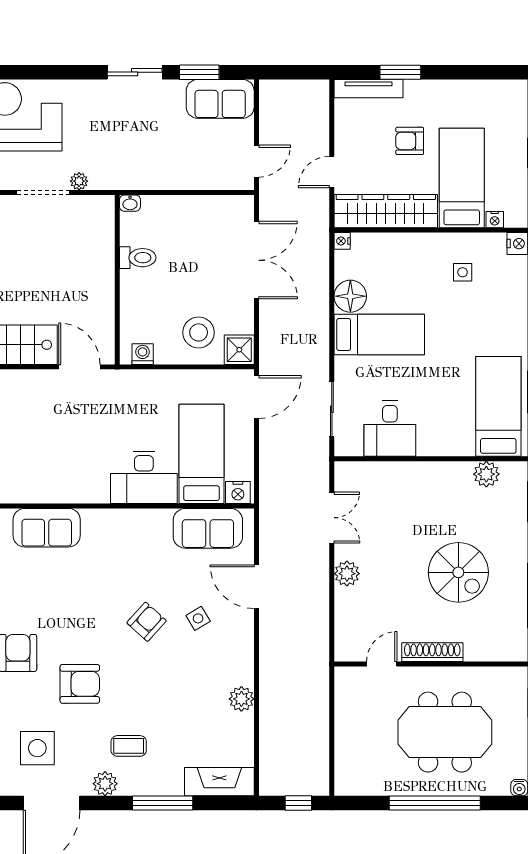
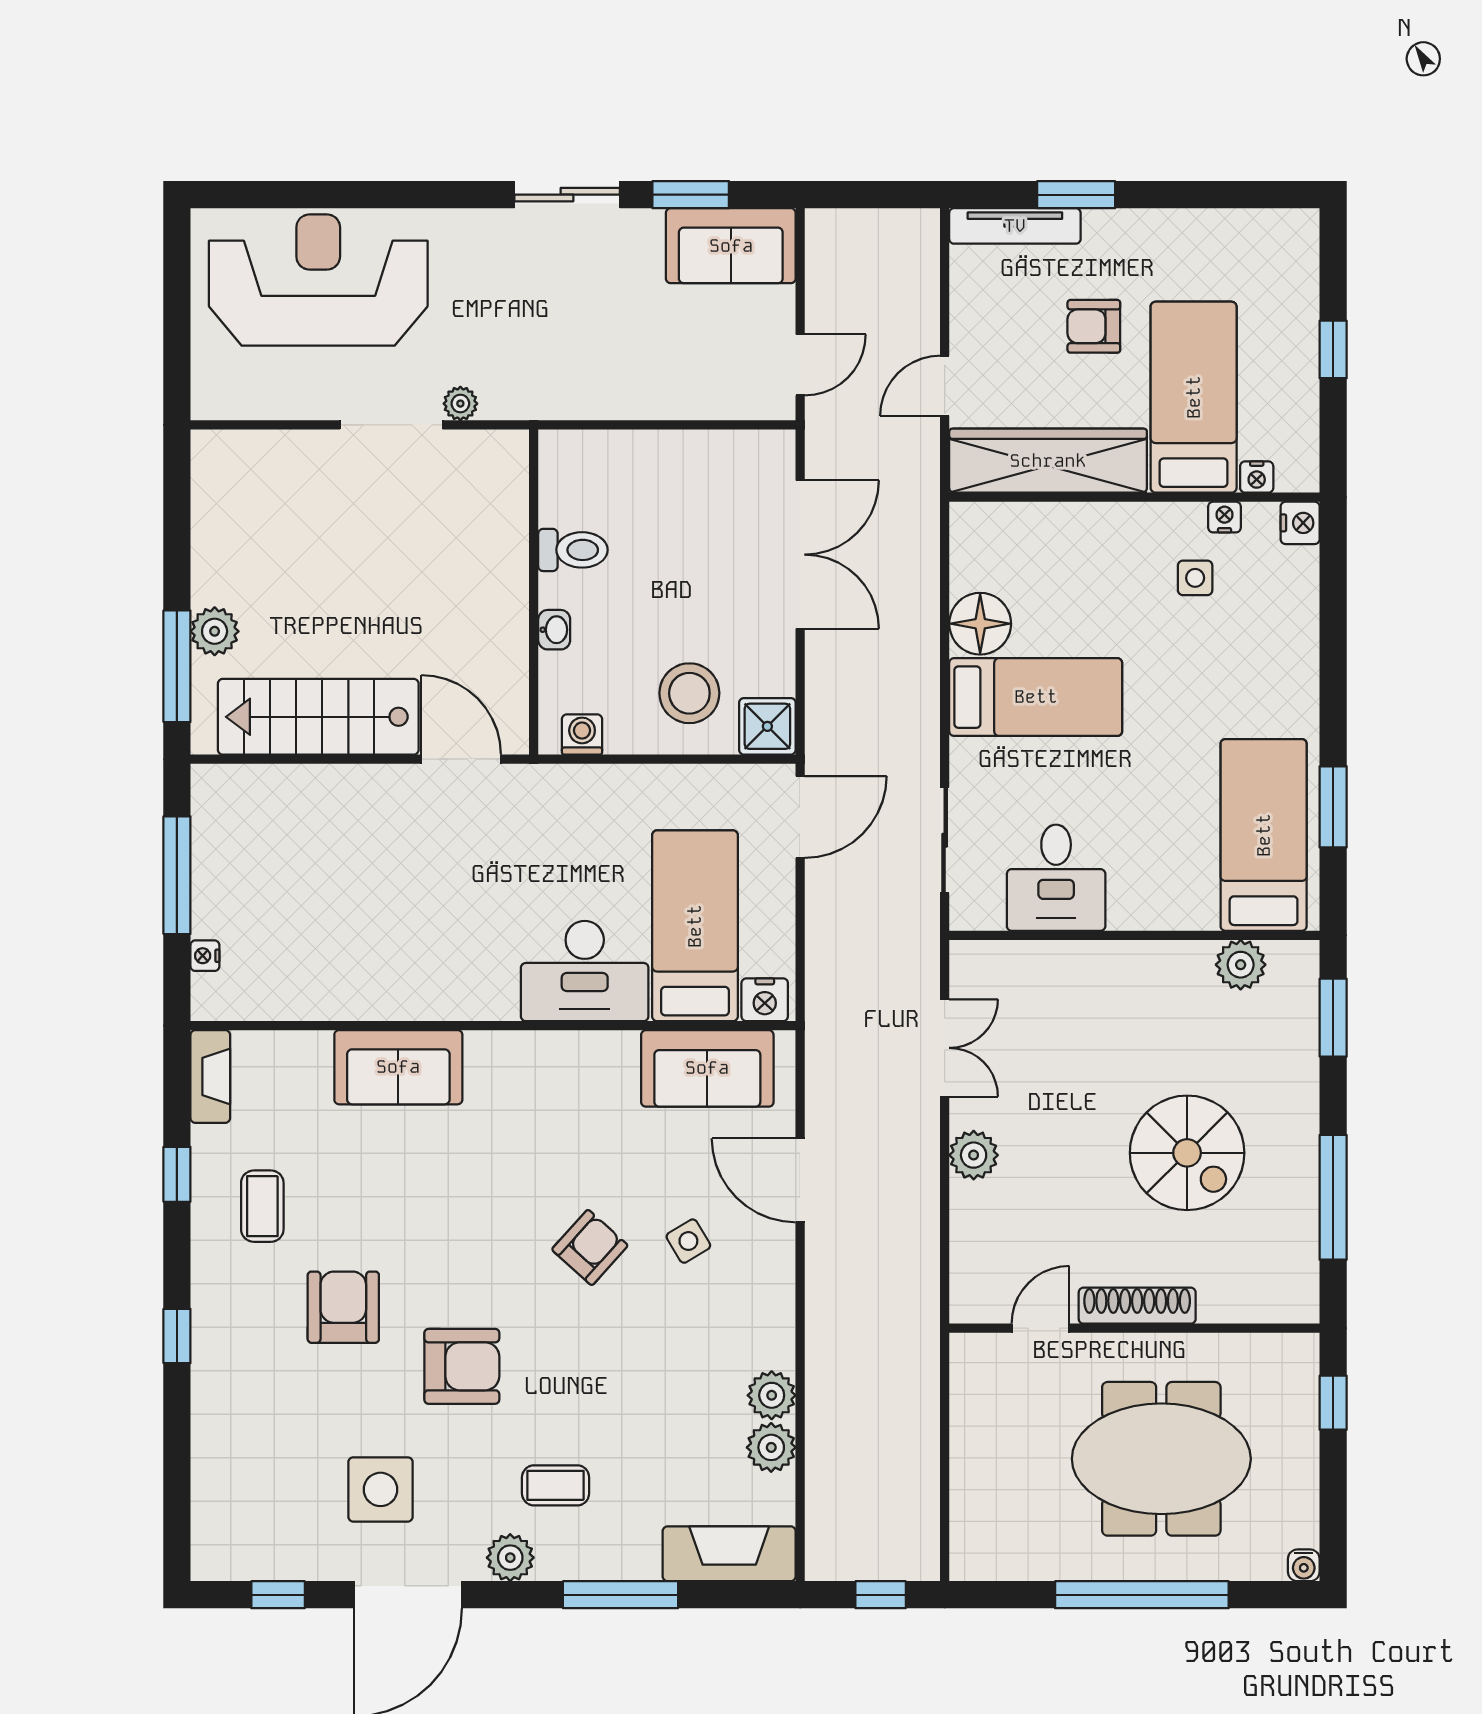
washbasin: (130, 203) -> (554, 630), moved, turned -90
nightstand: (342, 241) -> (1224, 517), moved, turned 90
plant: (241, 726) -> (771, 1447), added

